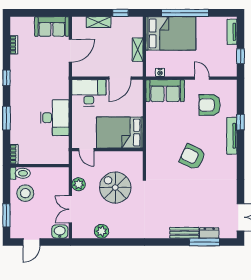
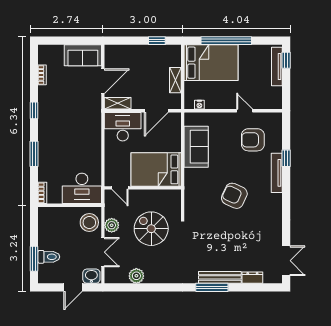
shelving: (99, 22) -> (118, 103), moved
tv unit: (232, 32) -> (277, 67), width x1.41
window: (240, 56) -> (286, 60), moved
sofa: (165, 91) -> (196, 147), moved, turned -90
desk: (55, 118) -> (82, 188), moved, turned 90
toilet: (20, 173) -> (49, 257), moved
stool: (25, 193) -> (89, 222), moved
double door: (70, 209) -> (103, 252), swing flipped
bench: (184, 233) -> (220, 277), width x1.36
door: (31, 242) -> (73, 287), moved
window: (205, 242) -> (212, 287), moved

